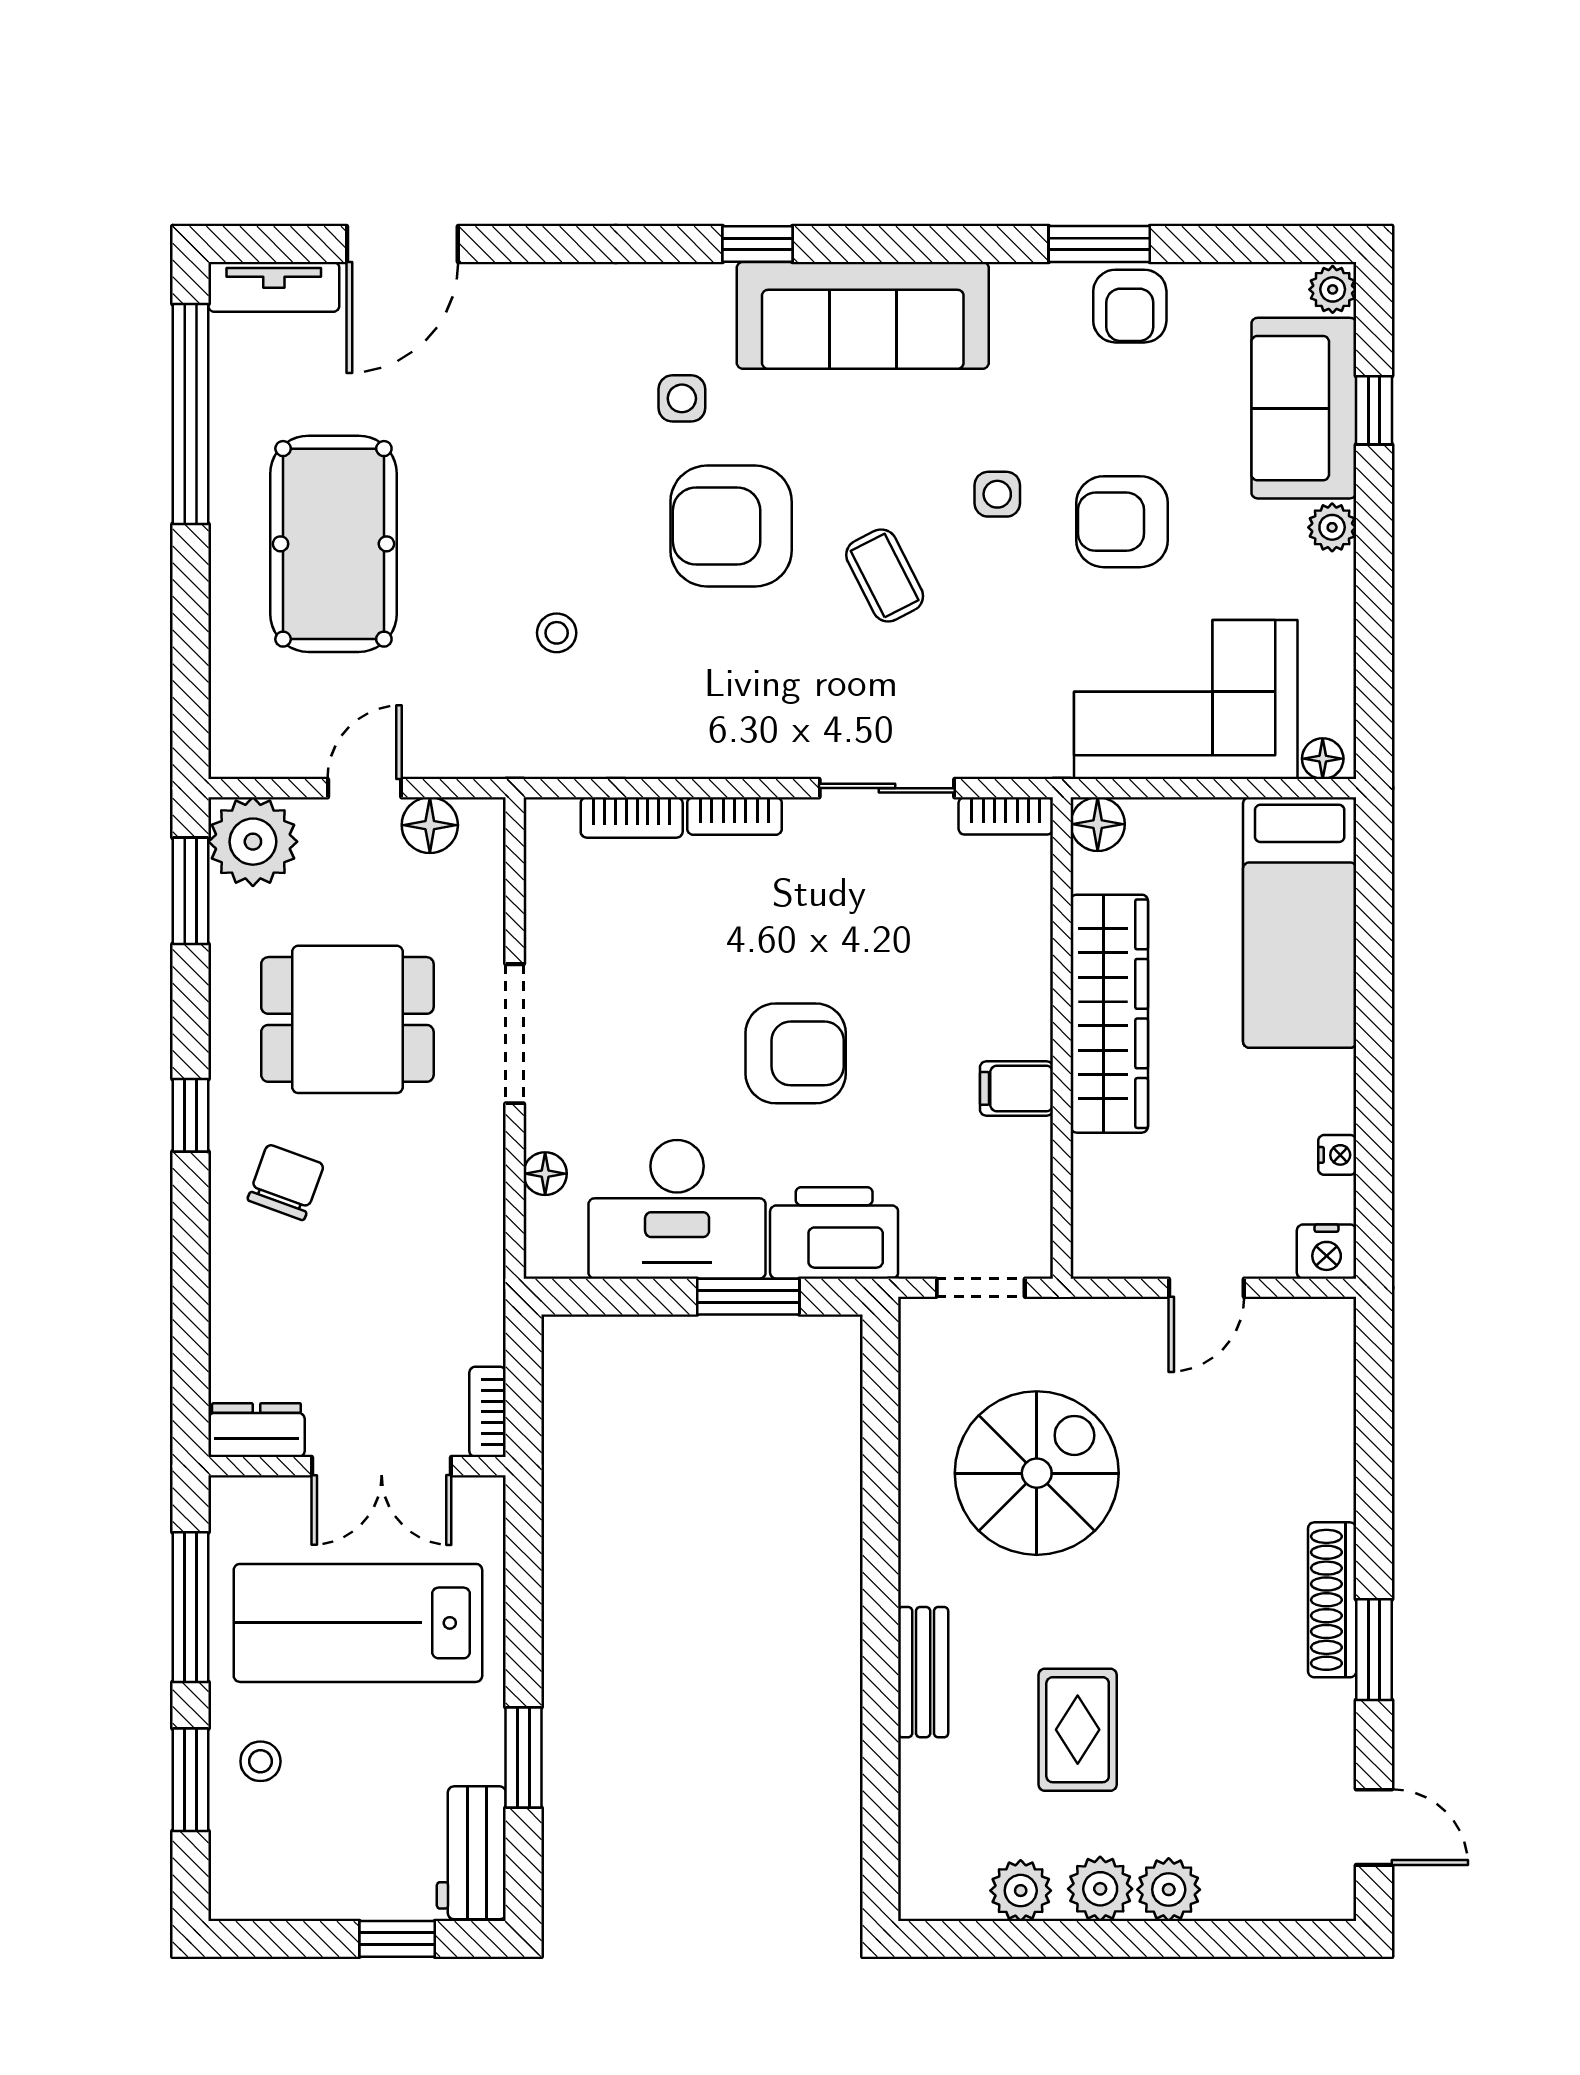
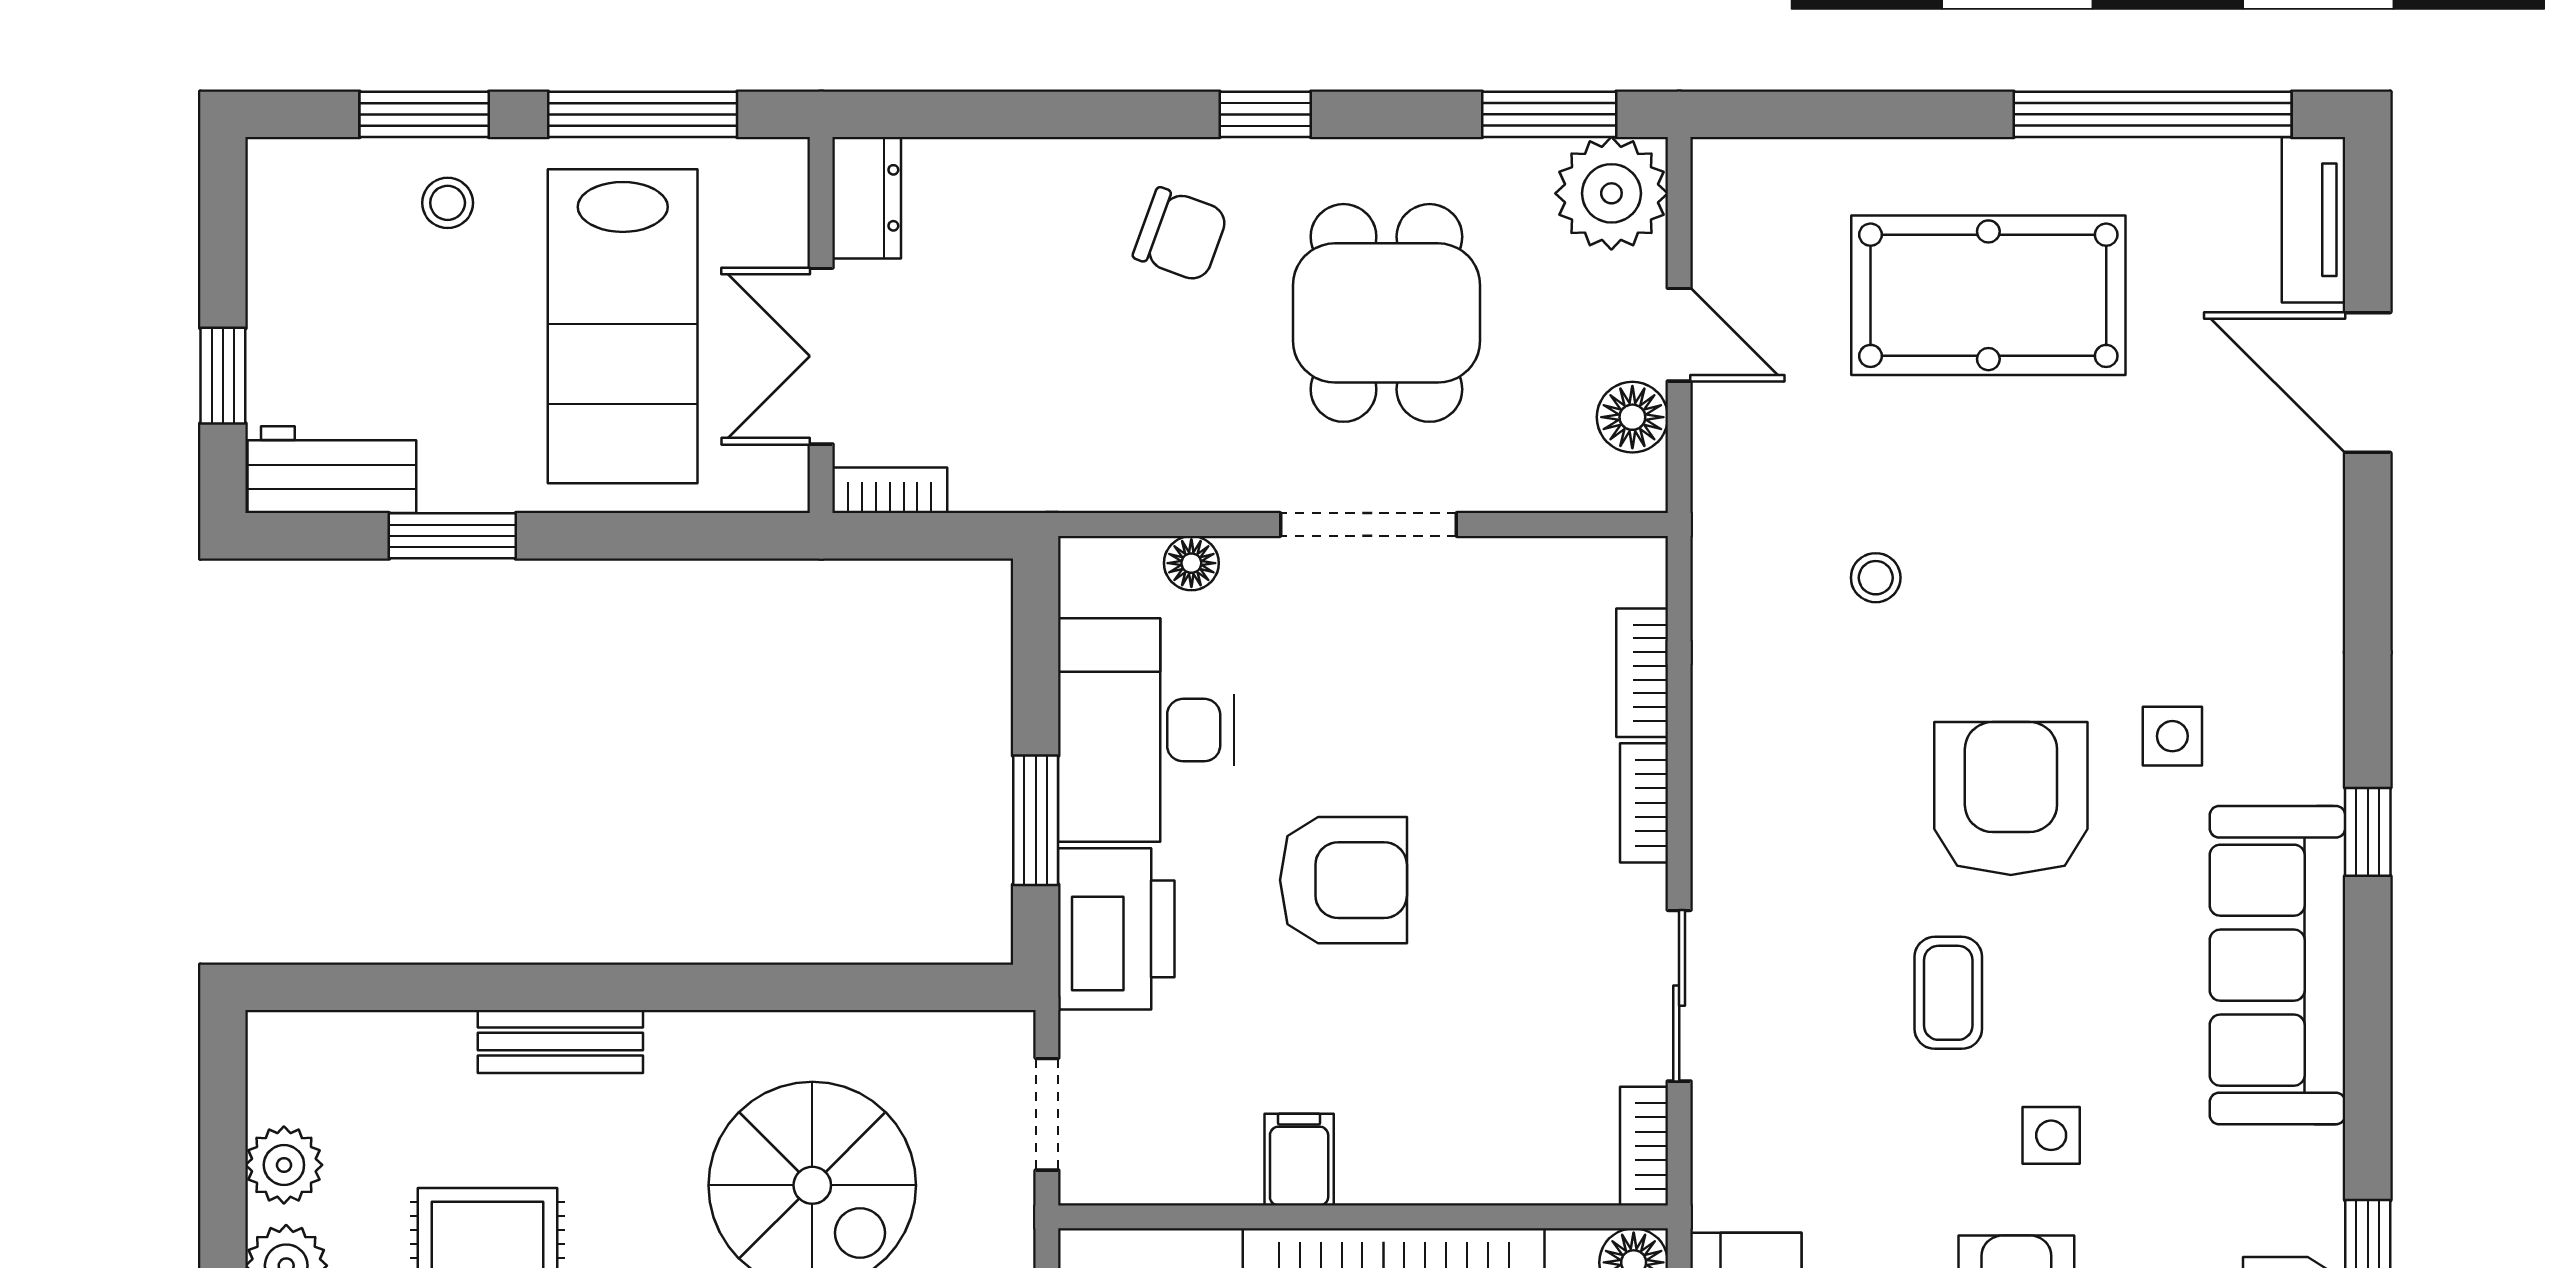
coffee table: (885, 576) -> (1948, 993), turned -63
armchair: (796, 1053) -> (1343, 880), turned -90
lab bench: (358, 1623) -> (623, 326), turned 180

